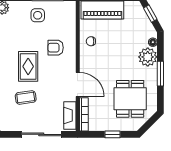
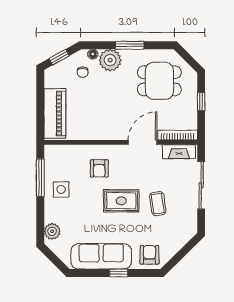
chair: (91, 41) -> (83, 72), moved

